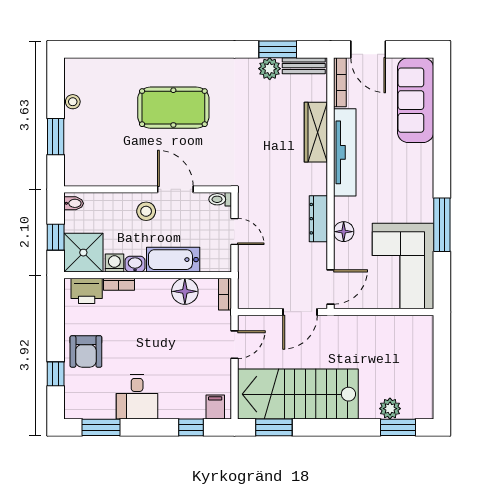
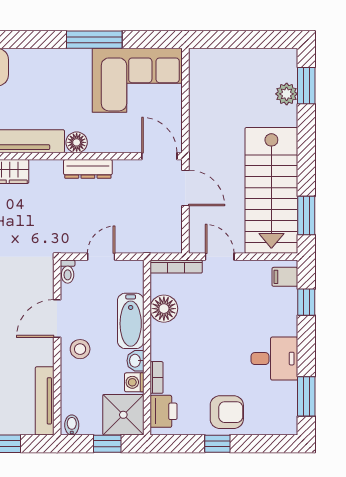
tv unit: (97, 177) -> (45, 401), added
floor lamp: (344, 232) -> (77, 142), moved
bookcase: (225, 294) -> (176, 267), width x1.56
window: (56, 374) -> (217, 444), moved

